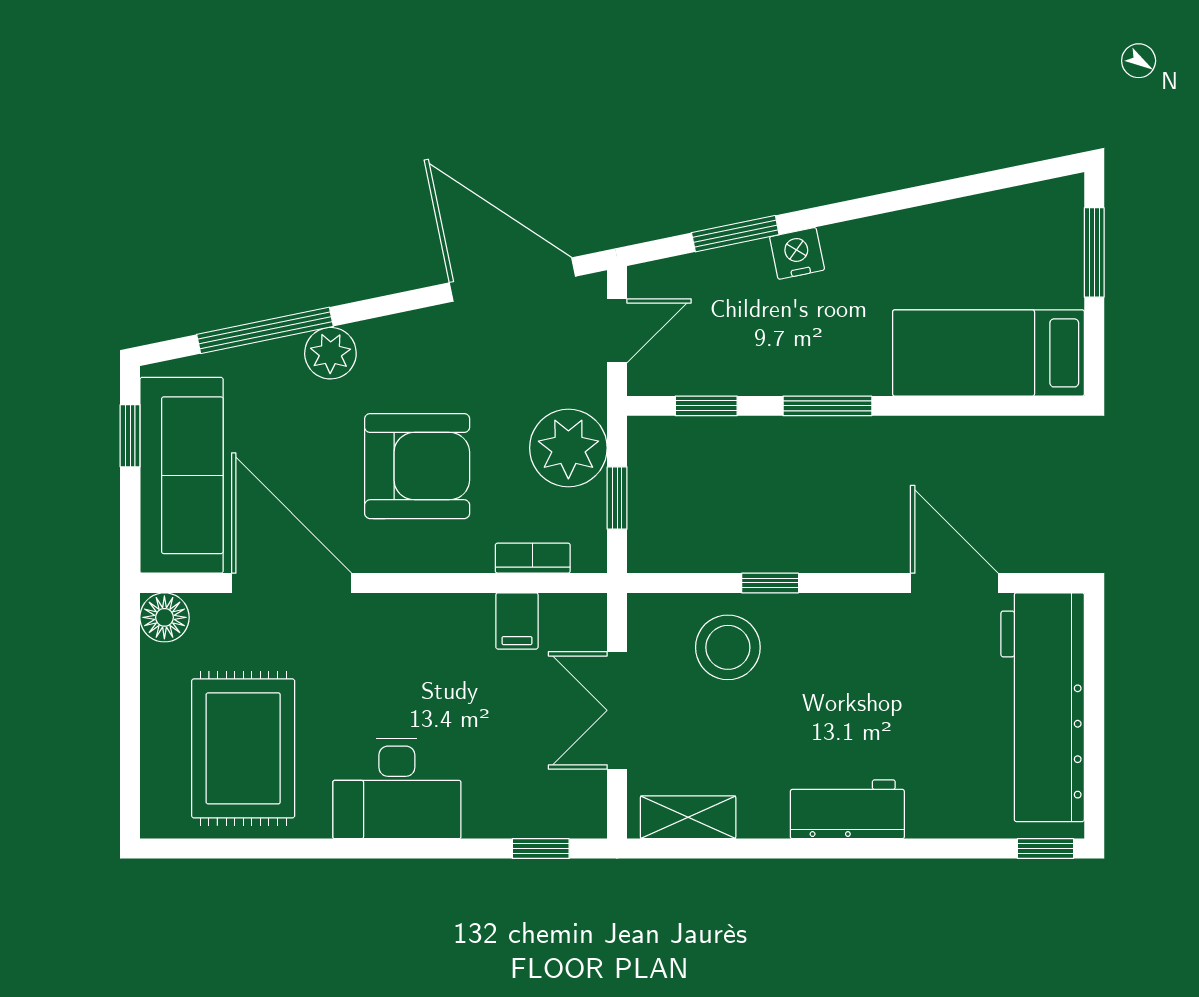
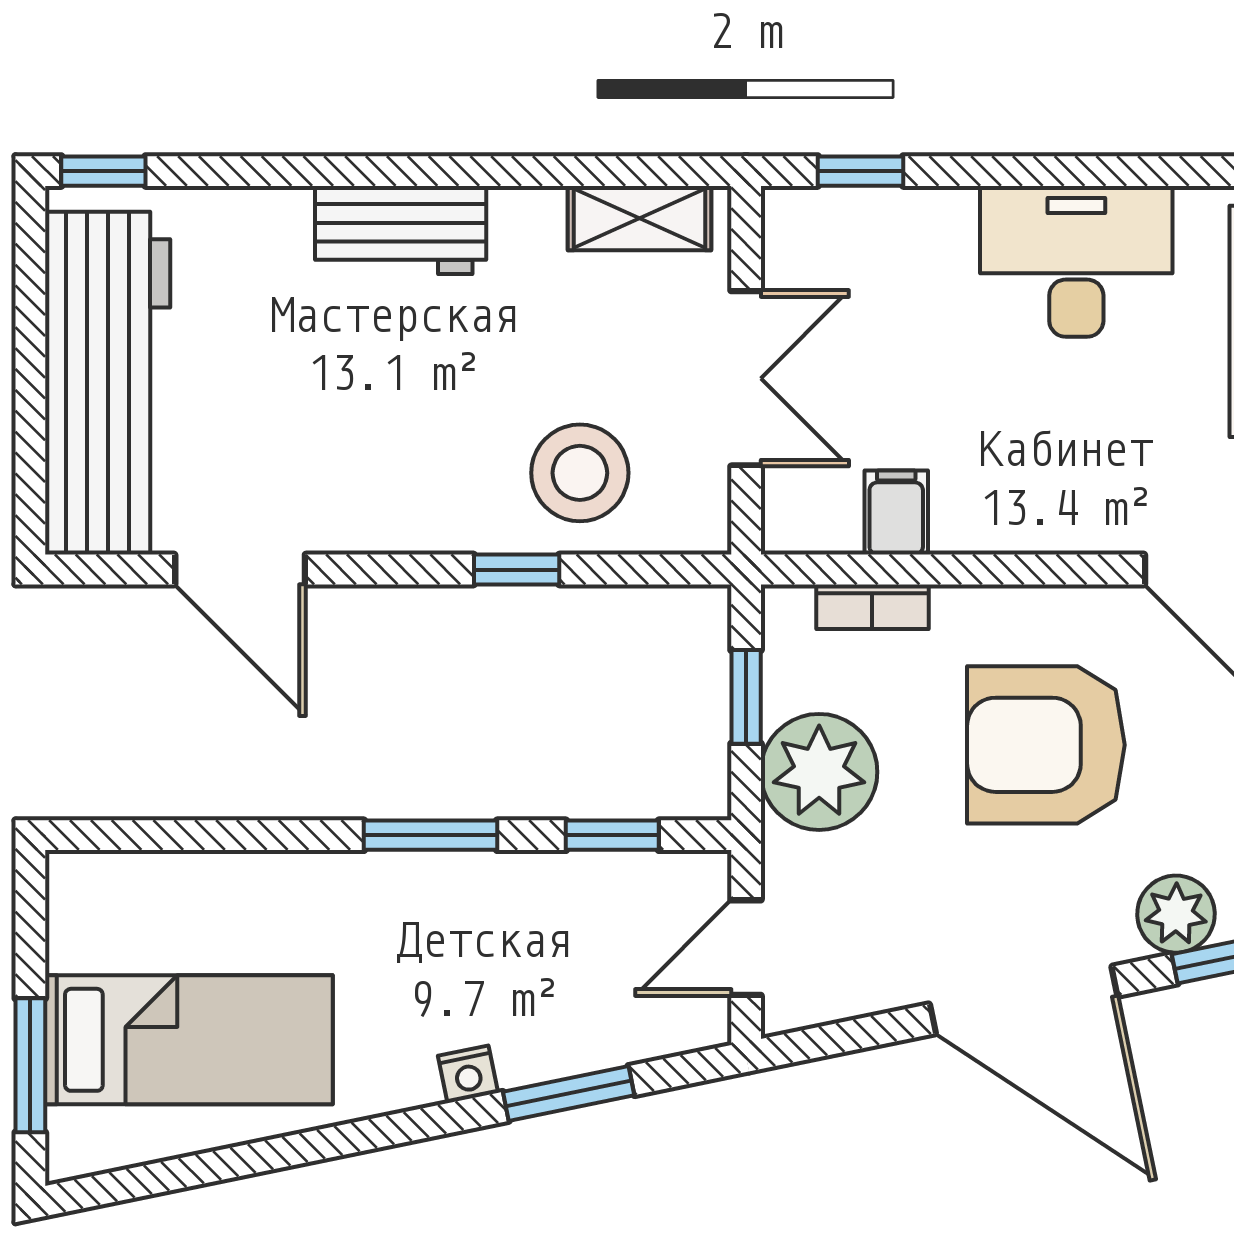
nightstand: (797, 253) -> (468, 1074), width x0.72, depth x0.74
door: (512, 279) -> (1024, 1000), moved
bed: (989, 353) -> (189, 1040), moved

